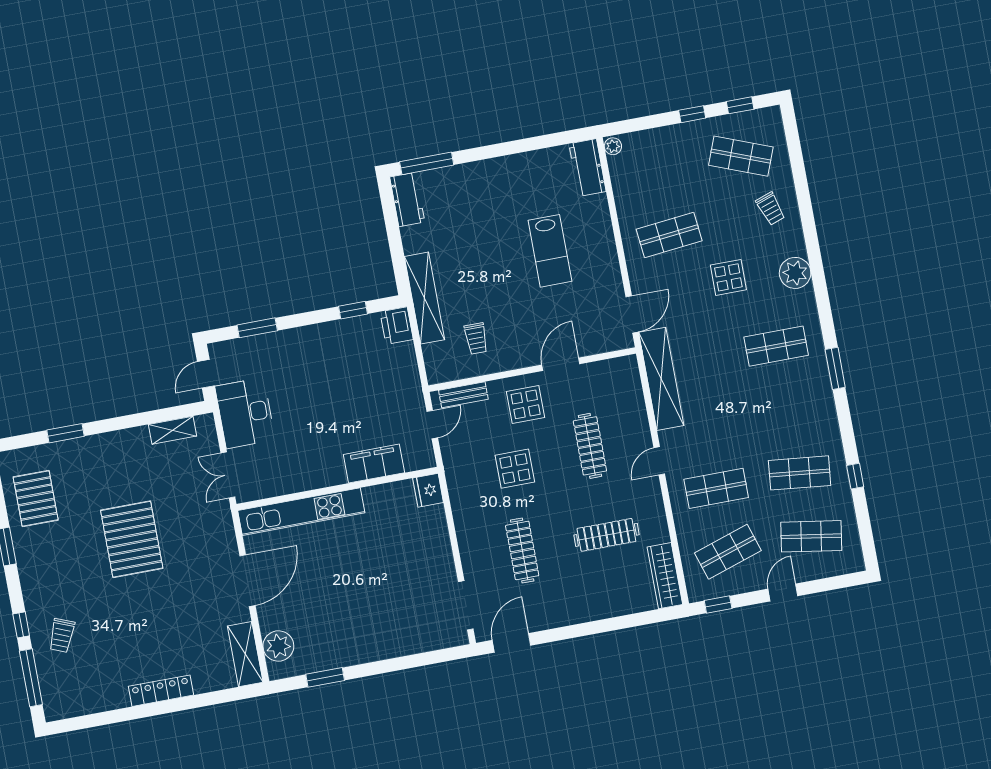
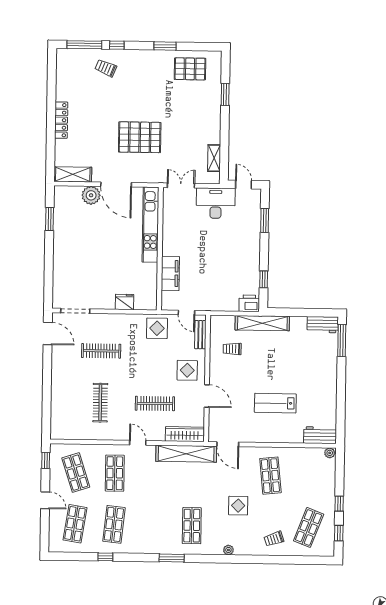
plant: (795, 273) -> (228, 550), width x0.53, depth x0.53
display table: (515, 469) -> (157, 328), moved
fridge: (428, 490) -> (124, 302), moved
pallet: (132, 539) -> (140, 137), moved
wardrobe: (665, 576) -> (185, 434), moved
plant: (278, 646) -> (91, 195), moved

